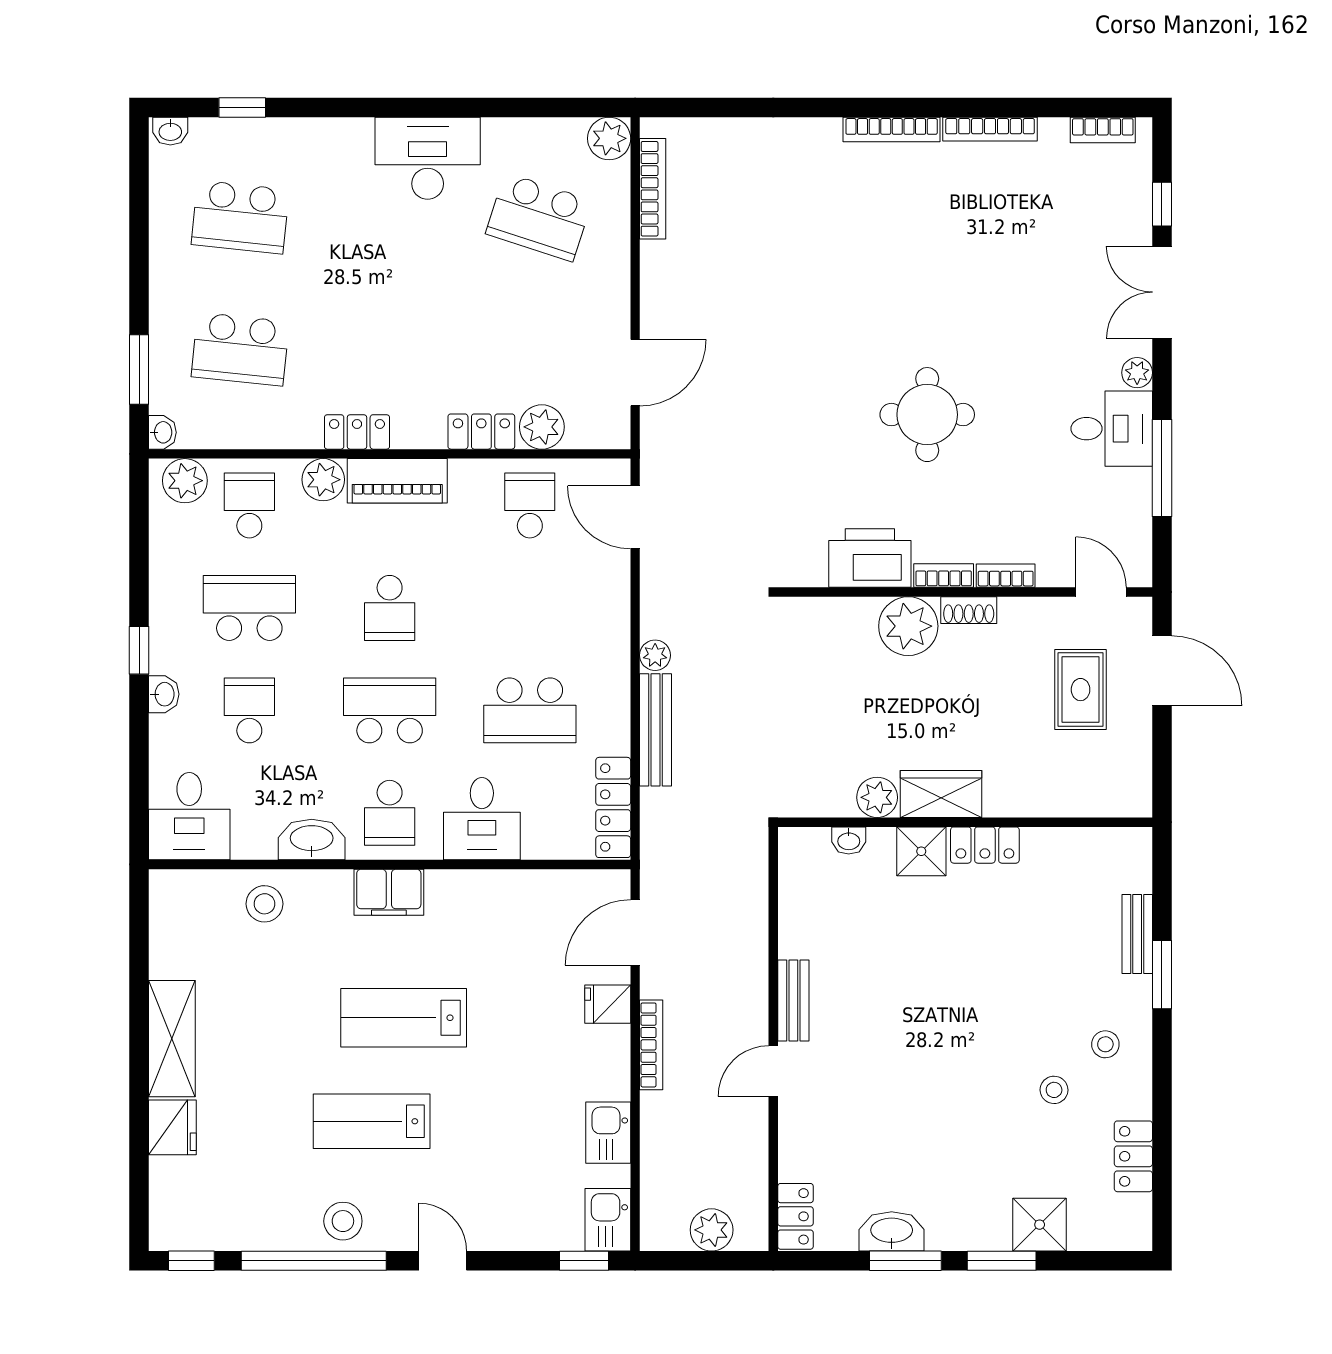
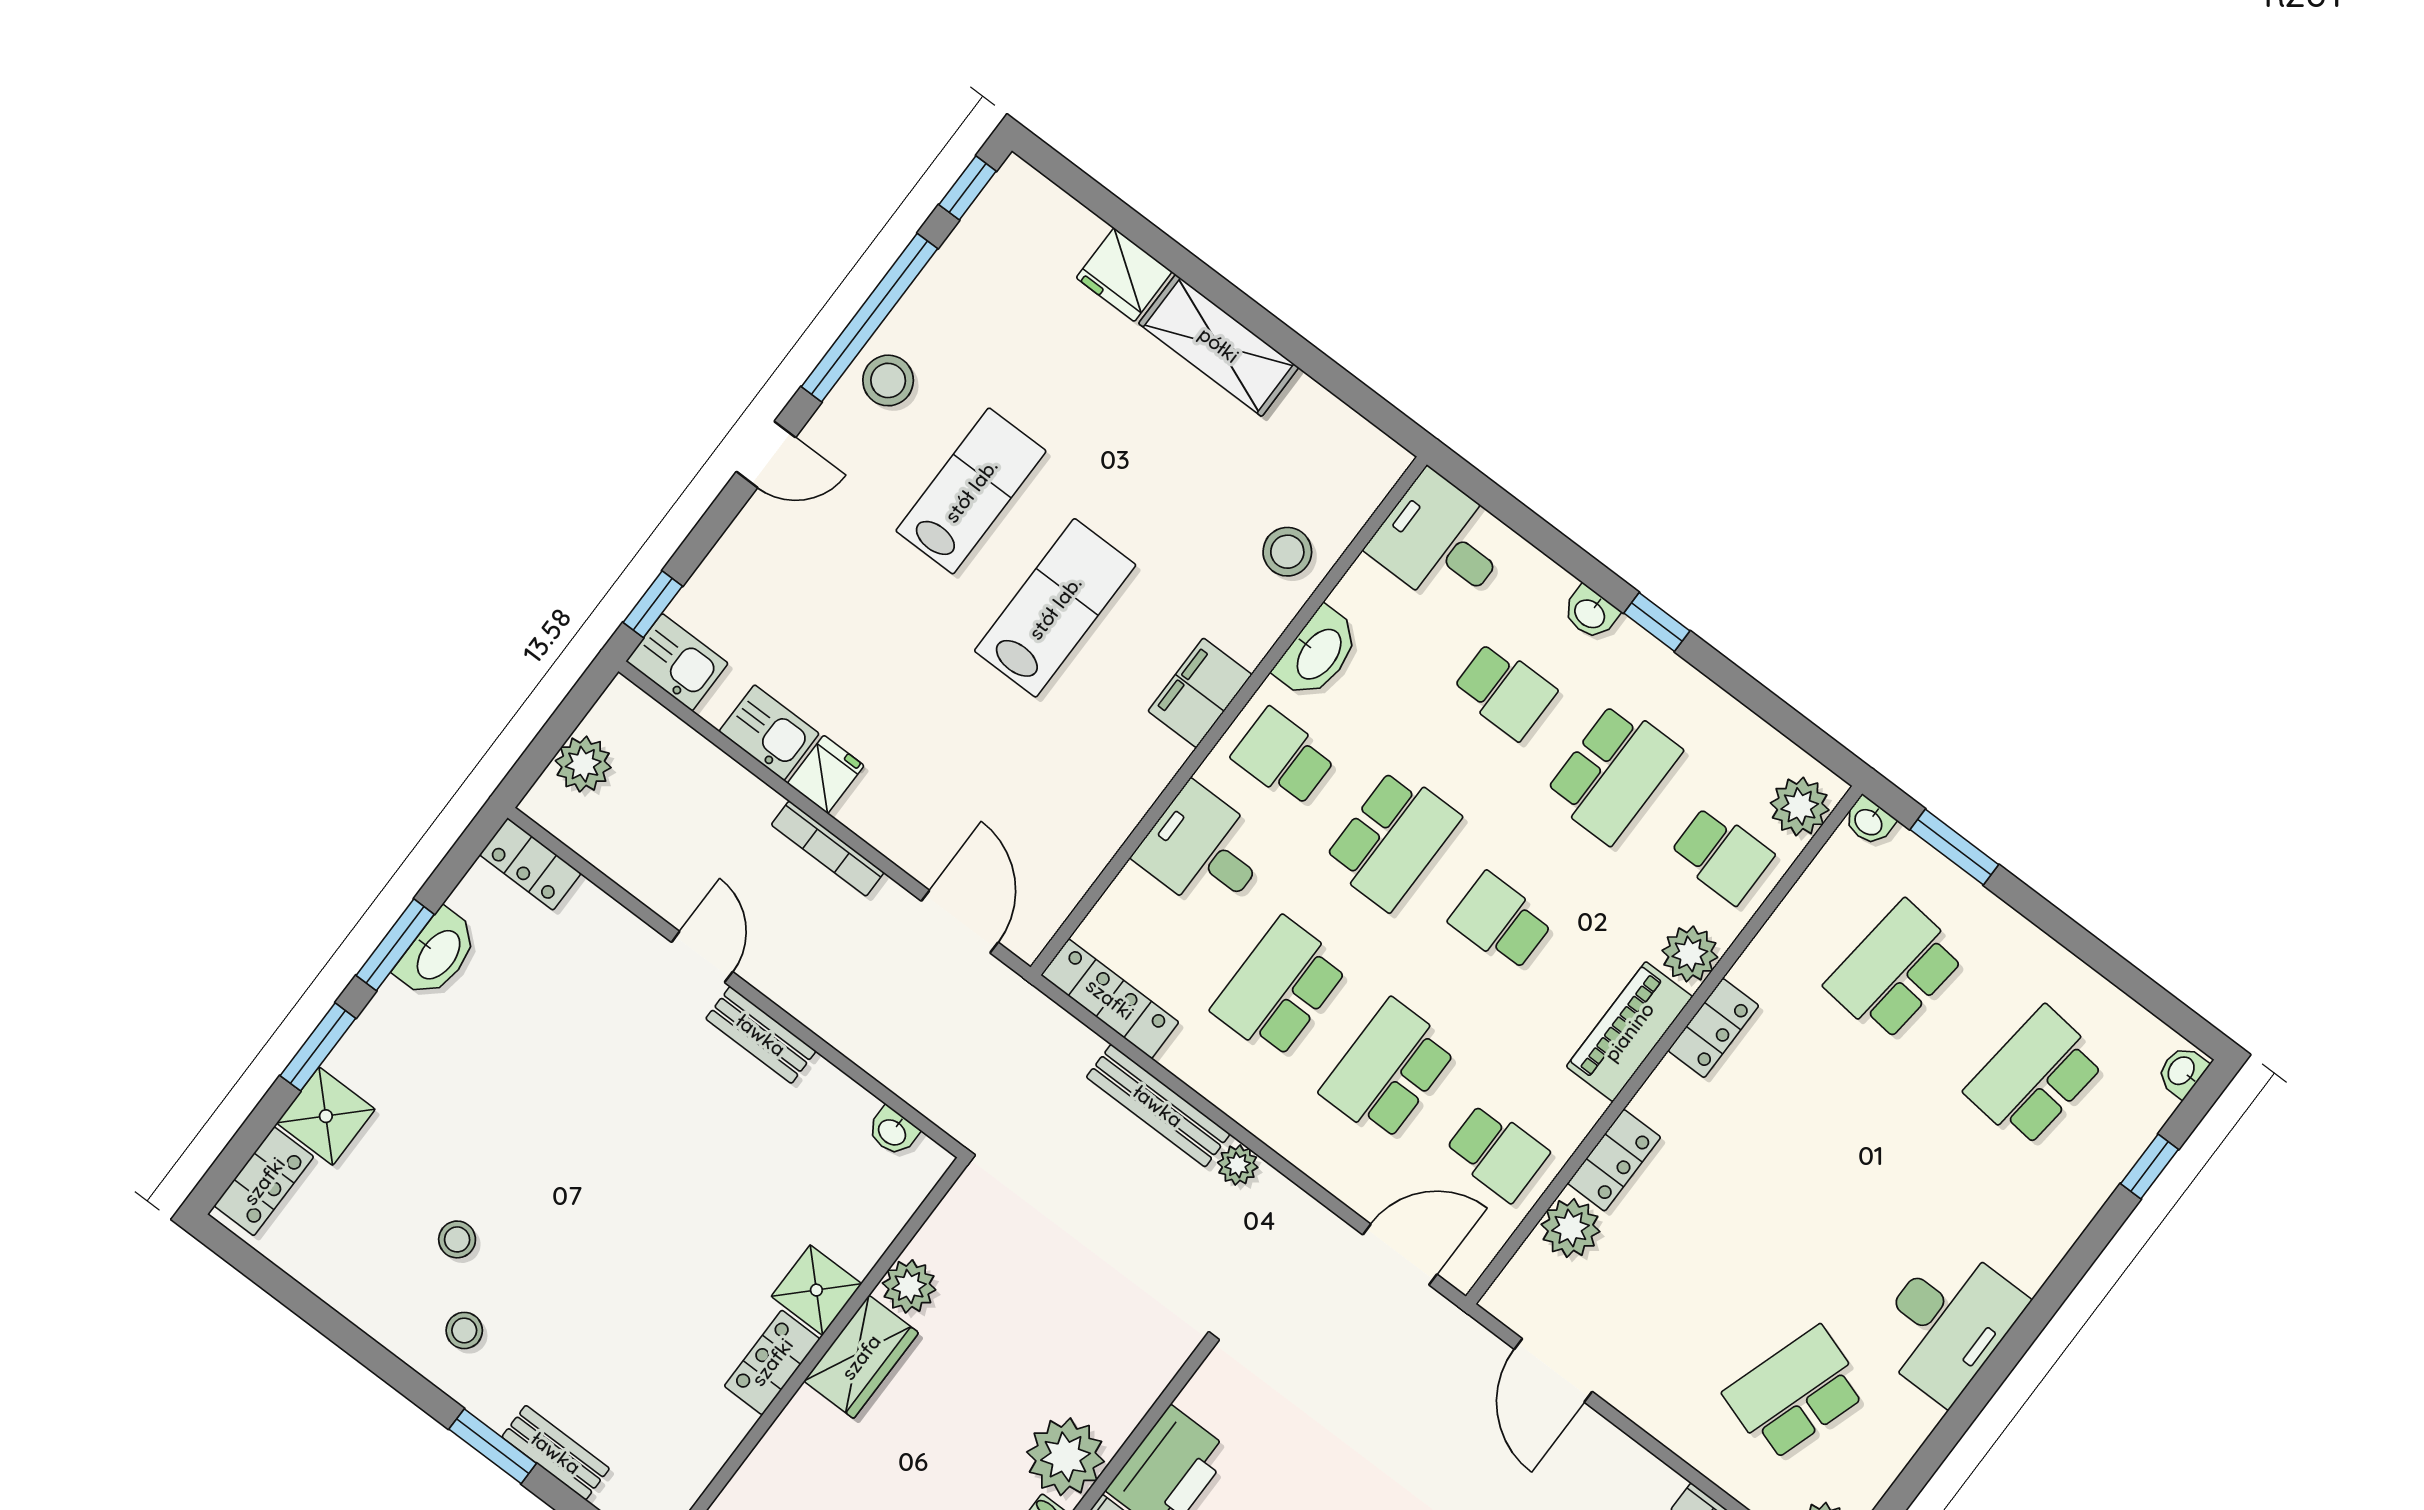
school desk: (530, 608) -> (1388, 1070), added
washbasin: (849, 841) -> (893, 1132), moved, turned -90
fridge: (608, 1004) -> (826, 774), moved
locker: (1133, 1156) -> (264, 1181), moved, turned 90

